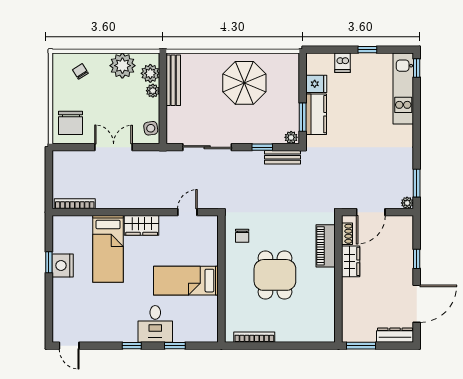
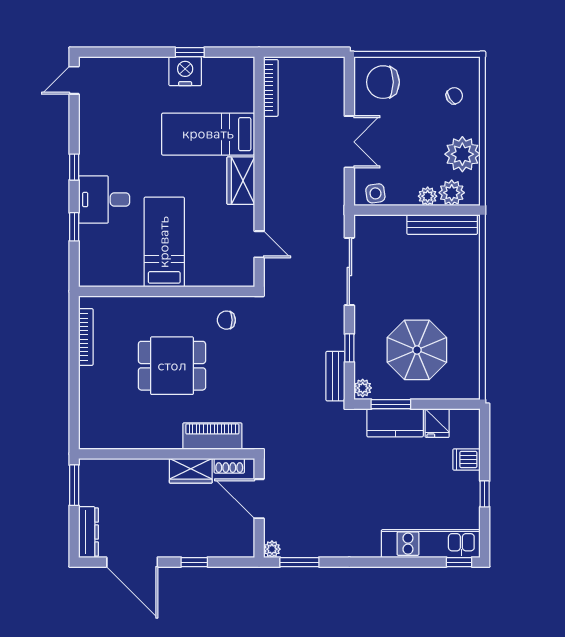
parasol: (244, 83) -> (417, 350), moved

